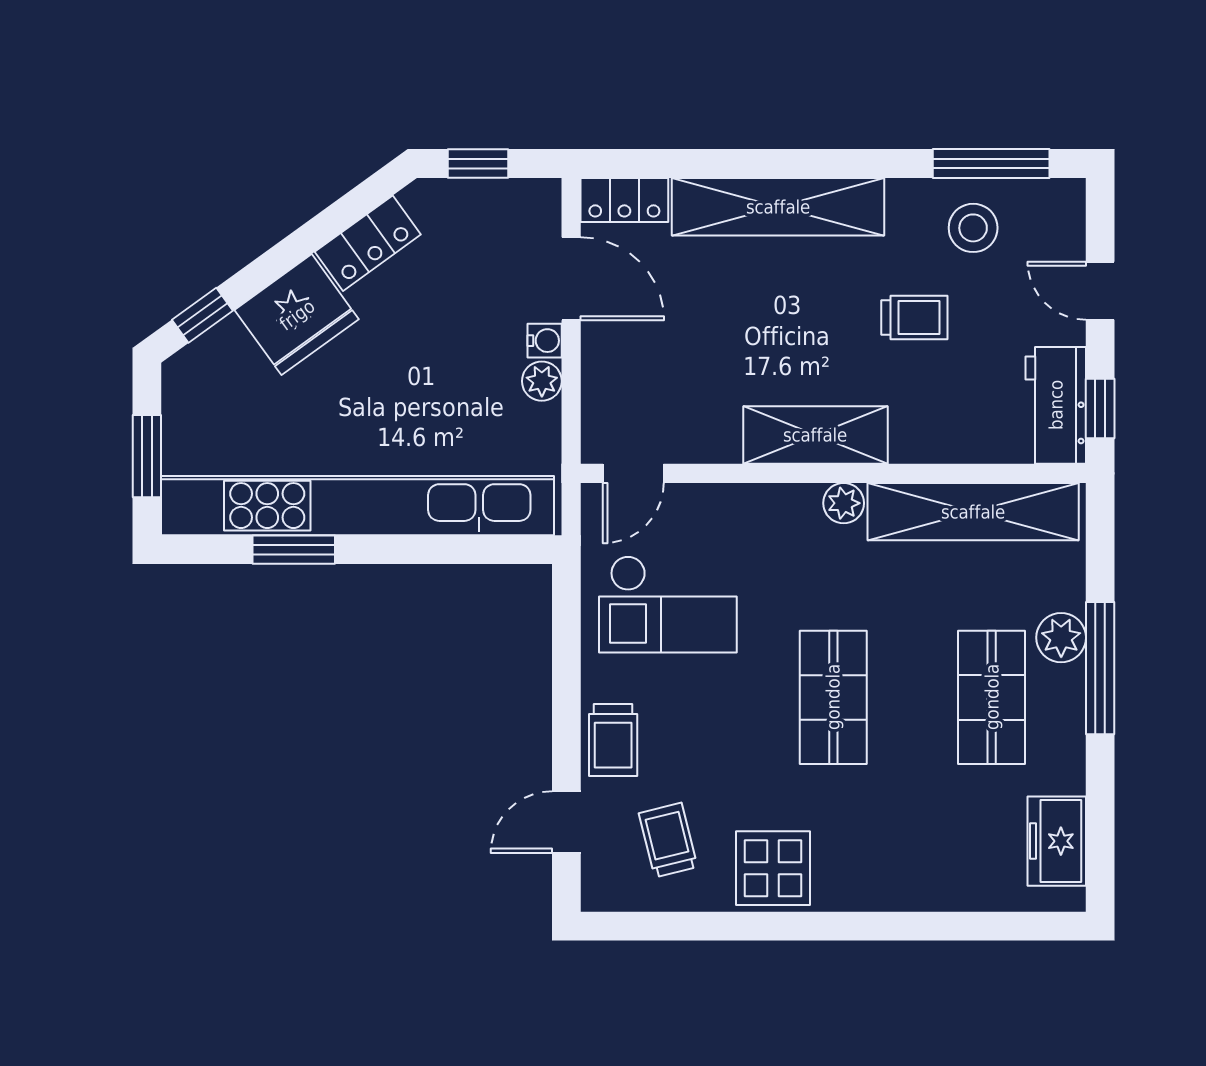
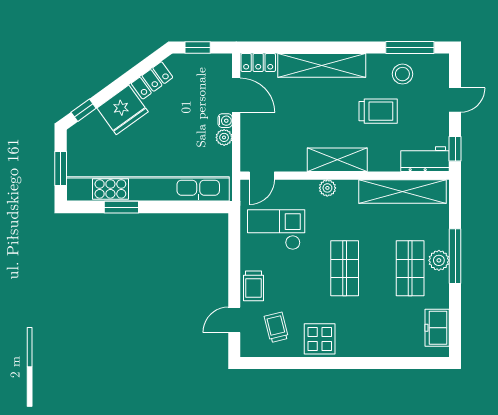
door: (1100, 291) -> (455, 100), swing flipped
trolley: (914, 317) -> (378, 111), width x1.36, depth x1.39
workbench: (1056, 405) -> (425, 159), moved, turned 90
plant: (844, 503) -> (327, 188), moved
checkout: (668, 604) -> (276, 230), turned 180
plant: (1061, 638) -> (439, 260), moved

